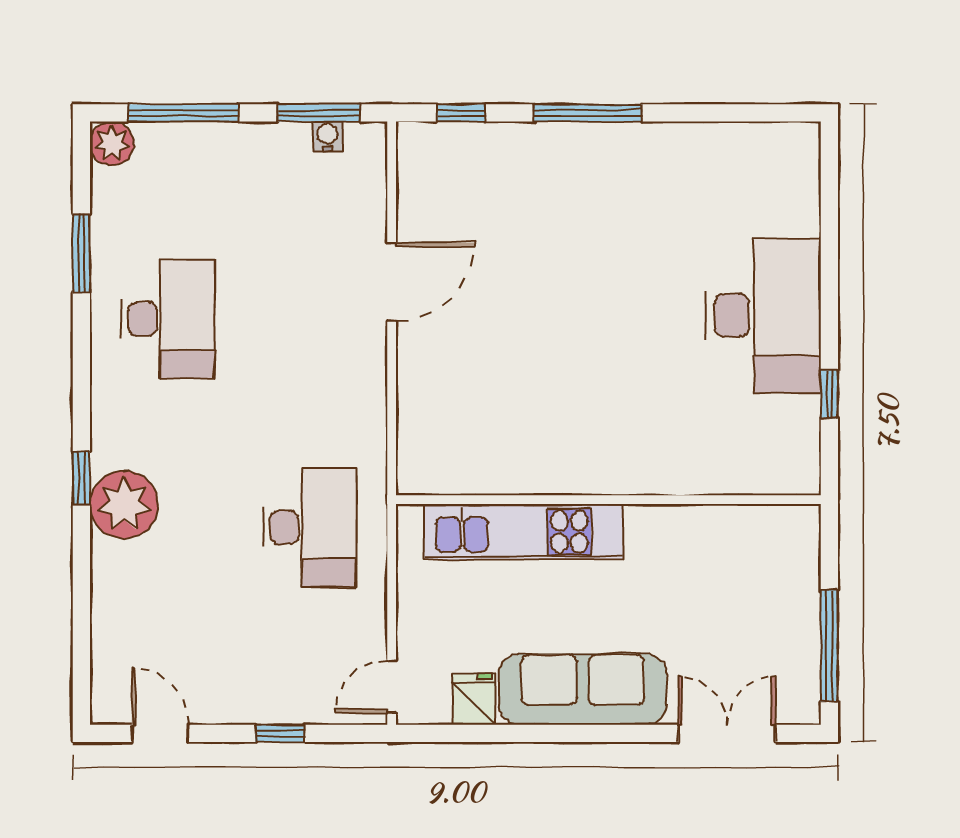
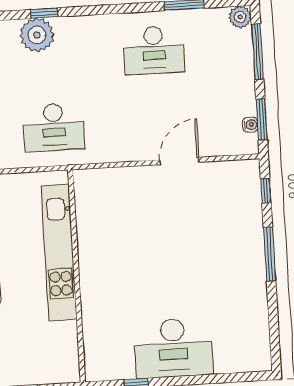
door: (392, 282) -> (179, 161), swing flipped
window: (81, 478) -> (44, 13), moved
plant: (124, 505) -> (37, 35), moved
kitchen unit: (524, 532) -> (59, 252), width x1.36

